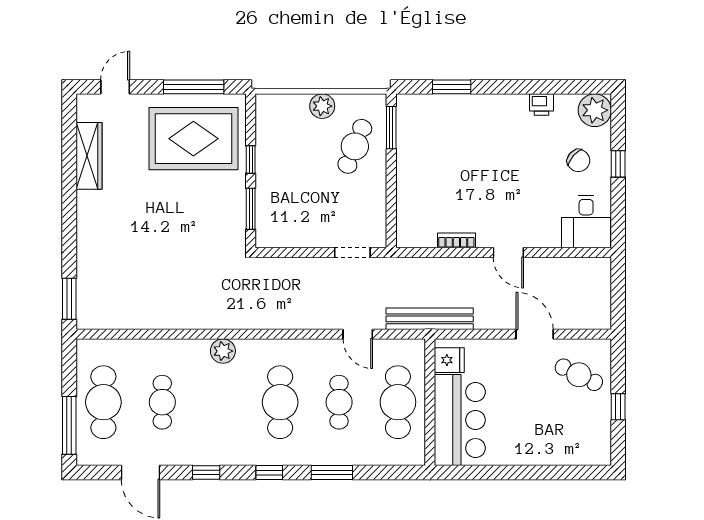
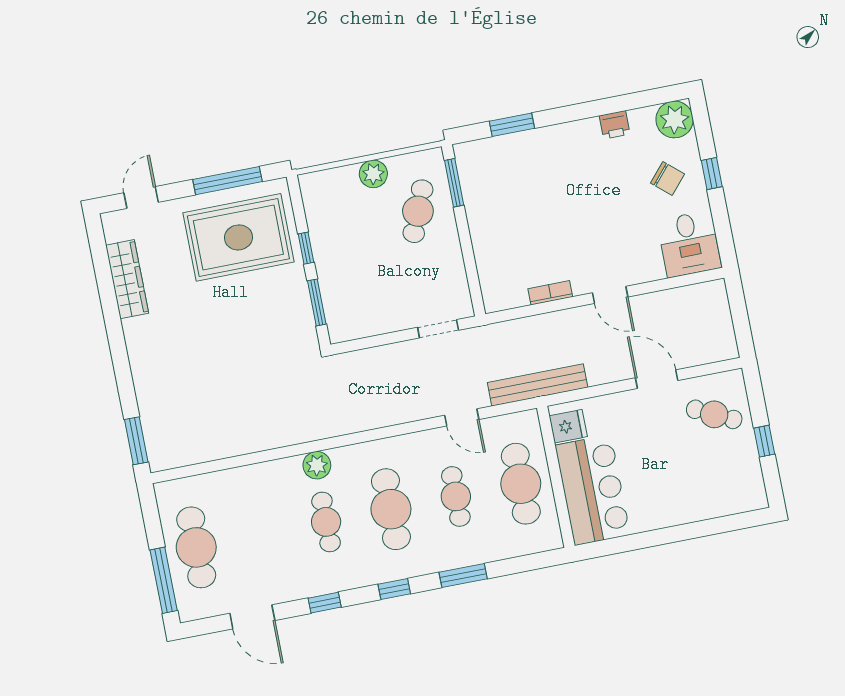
cafe table: (162, 402) -> (326, 522), moved

